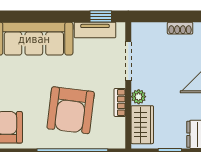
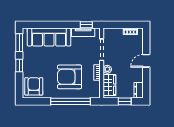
armchair: (71, 110) -> (70, 77), turned 83

